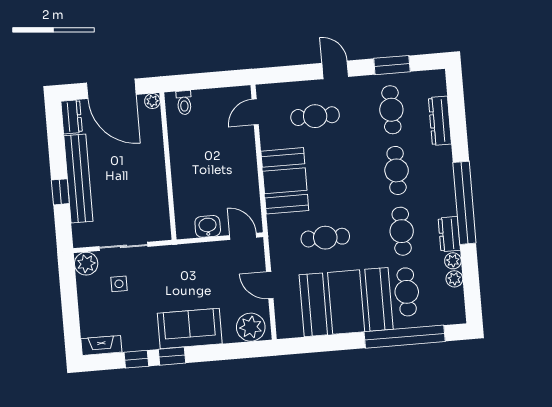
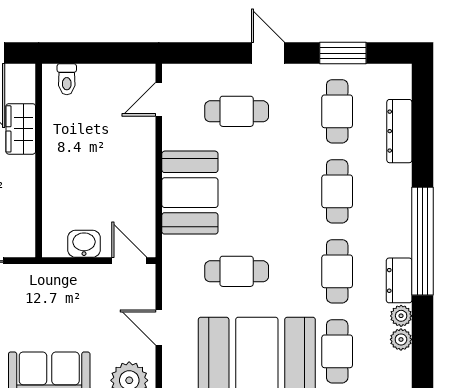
plant: (152, 101) -> (25, 74), removed
wardrobe: (152, 143) -> (21, 129), added

